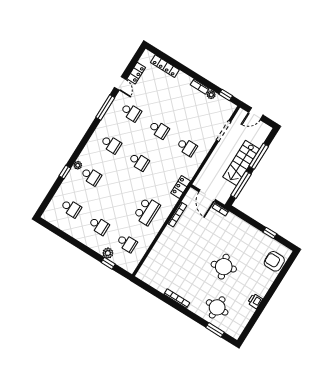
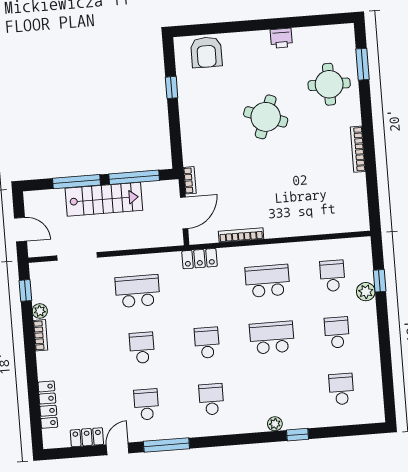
school desk: (187, 147) -> (137, 291), width x1.85
school desk: (91, 176) -> (272, 338), moved, width x1.85
round table: (224, 267) -> (266, 117), turned 38

